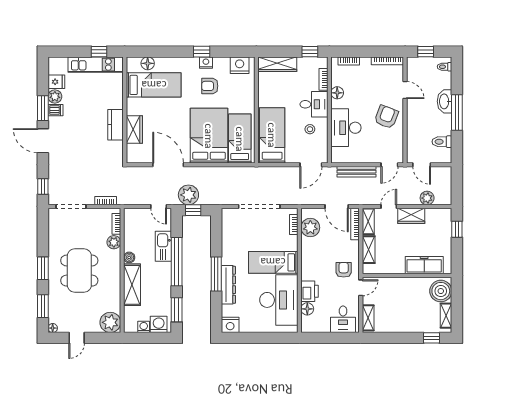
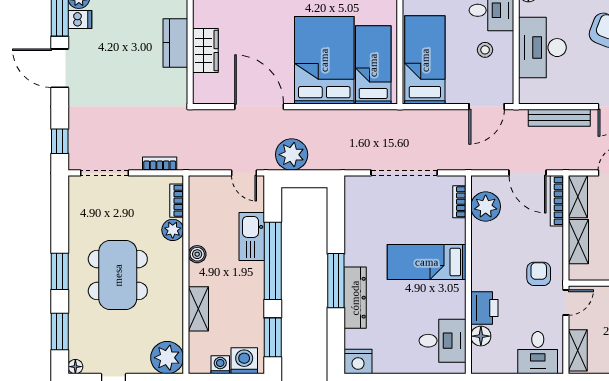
window: (193, 210) -> (299, 179), removed
shelving: (132, 285) -> (198, 309), width x0.67, depth x0.75
desk: (279, 300) -> (443, 341), width x0.53, depth x0.77

